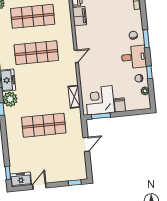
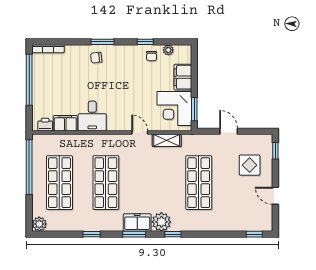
door: (76, 56) -> (140, 133), moved
desk: (134, 57) -> (92, 116), moved, turned 180
filing cabinet: (120, 105) -> (183, 77), width x2.00
display table: (61, 164) -> (250, 165), added
freezer: (21, 179) -> (264, 219), removed

